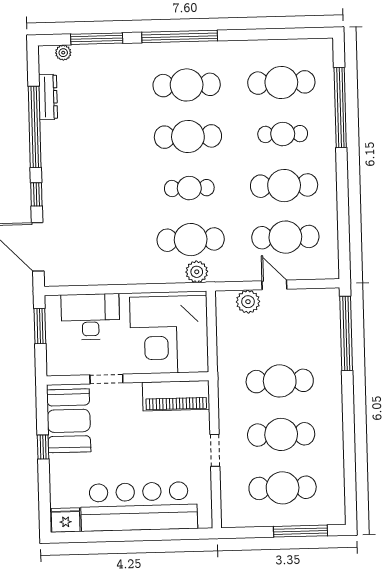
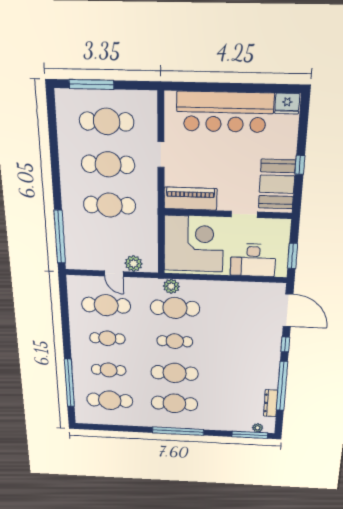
window: (97, 39) -> (250, 435), moved
cafe table: (284, 186) -> (107, 338), width x0.73, depth x0.74

